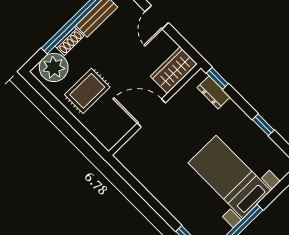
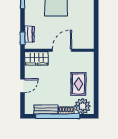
rug: (87, 91) -> (78, 84), turned 90
door: (151, 113) -> (62, 50), swing flipped

